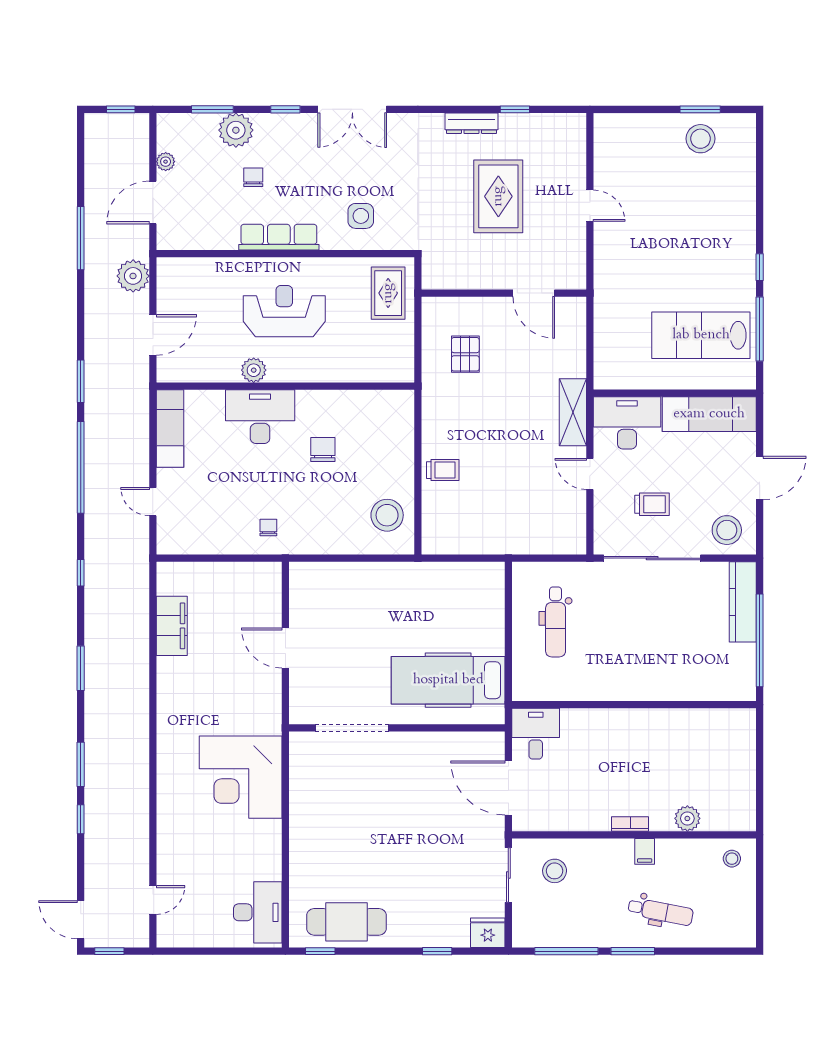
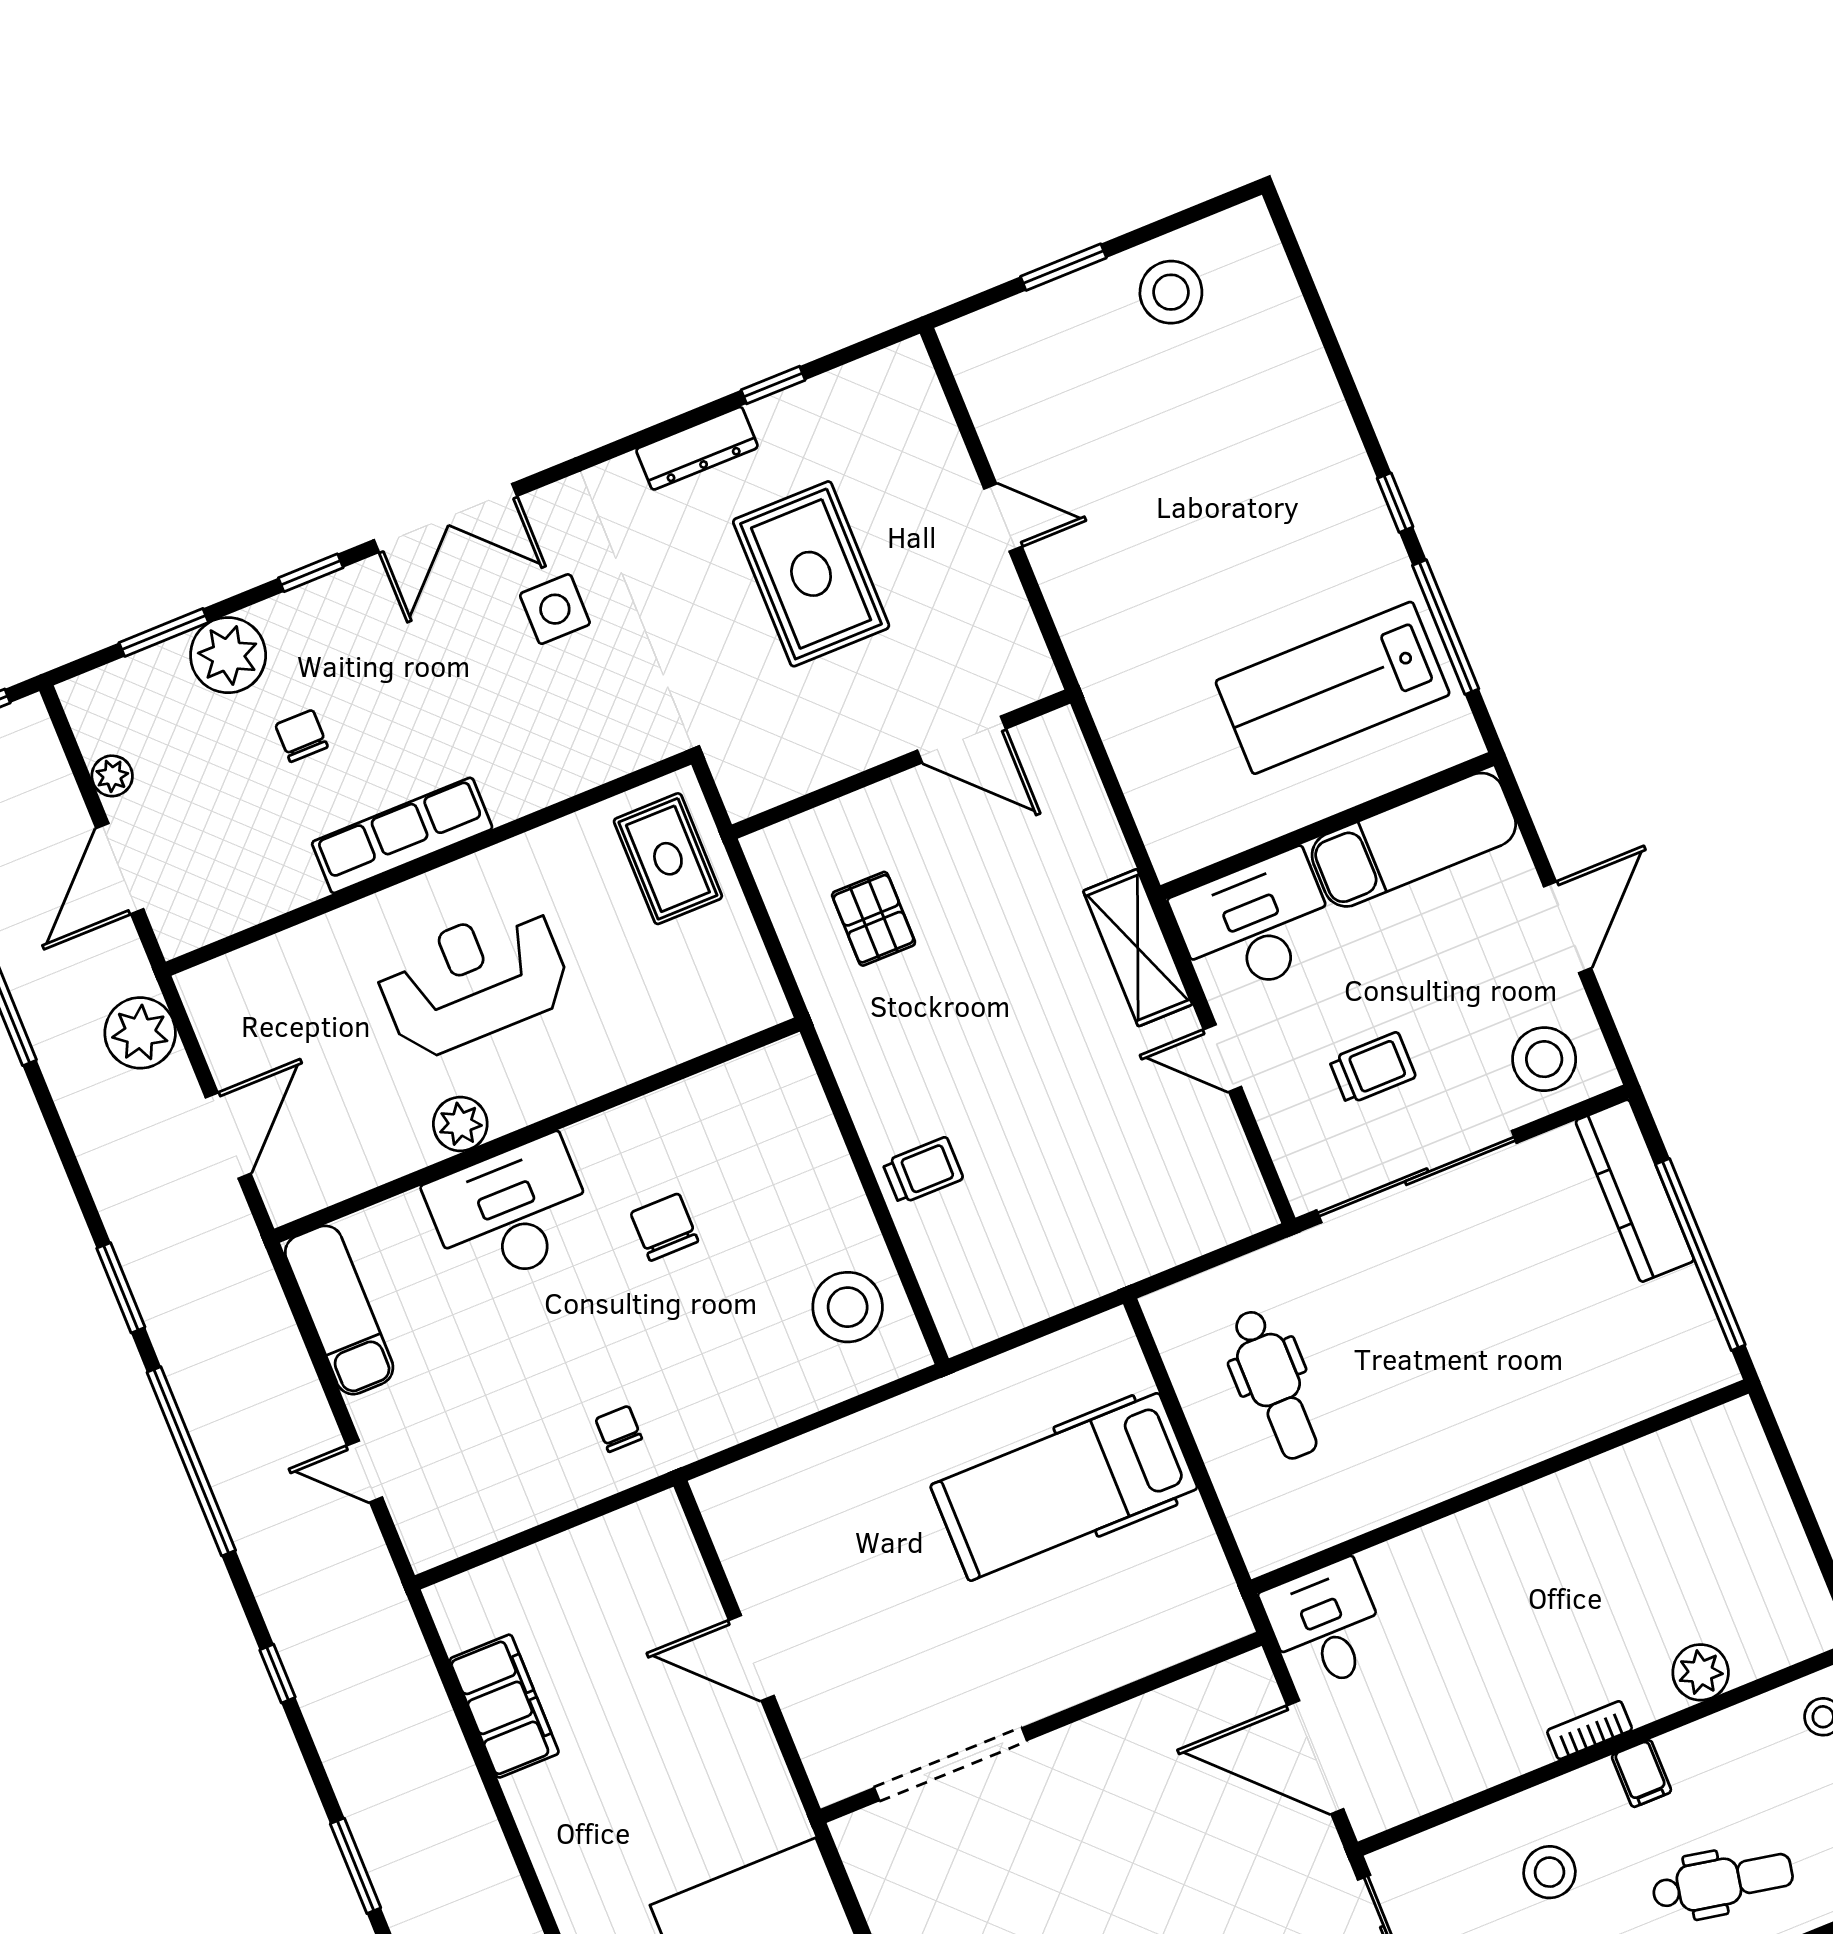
window: (700, 109) -> (1063, 267), moved
side table: (361, 216) -> (555, 609), moved
hospital bed: (448, 680) -> (1064, 1487), moved
stool: (555, 871) -> (1549, 1872), moved

